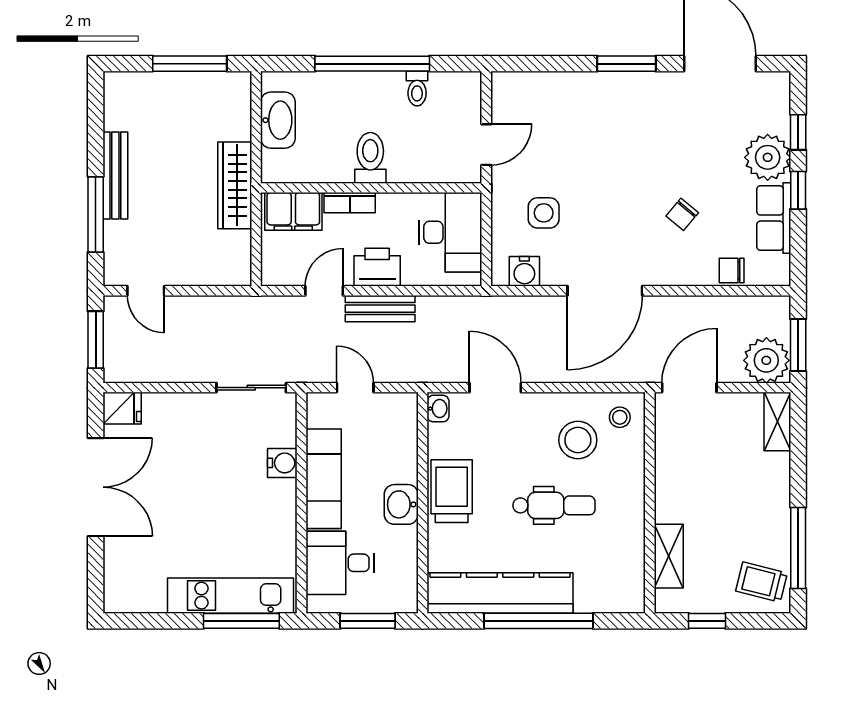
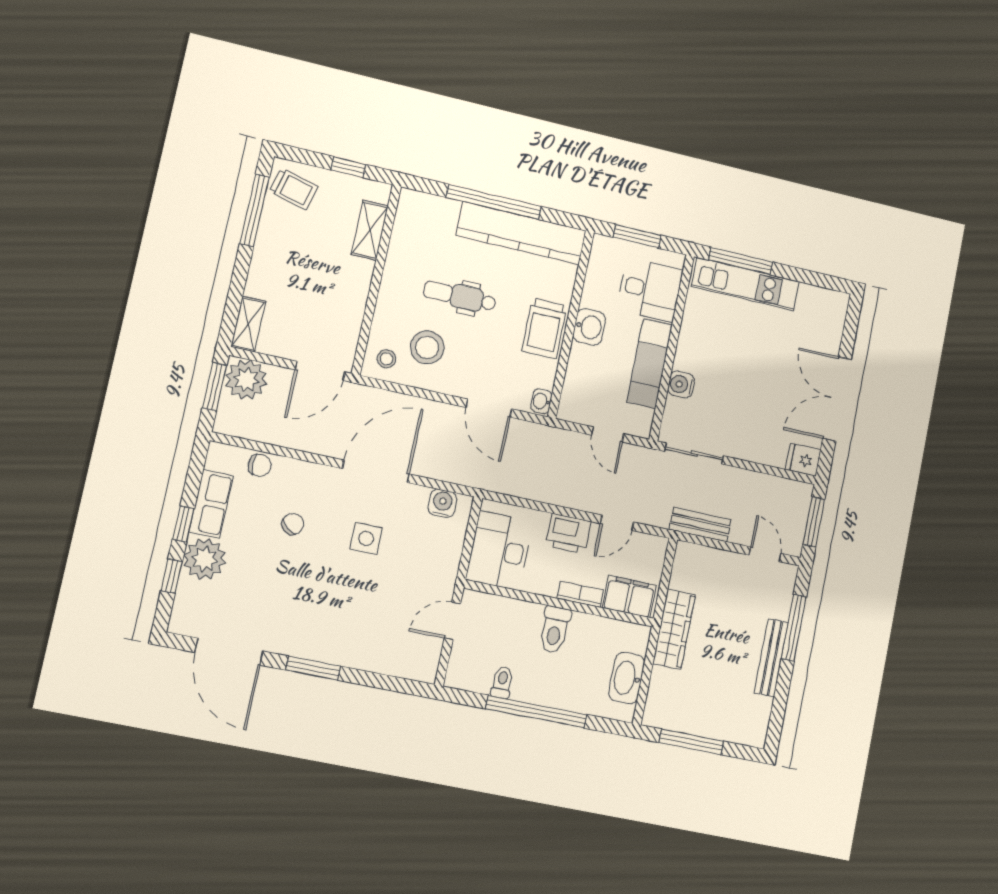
side table: (544, 213) -> (366, 538), moved
bench: (380, 309) -> (700, 525), moved

